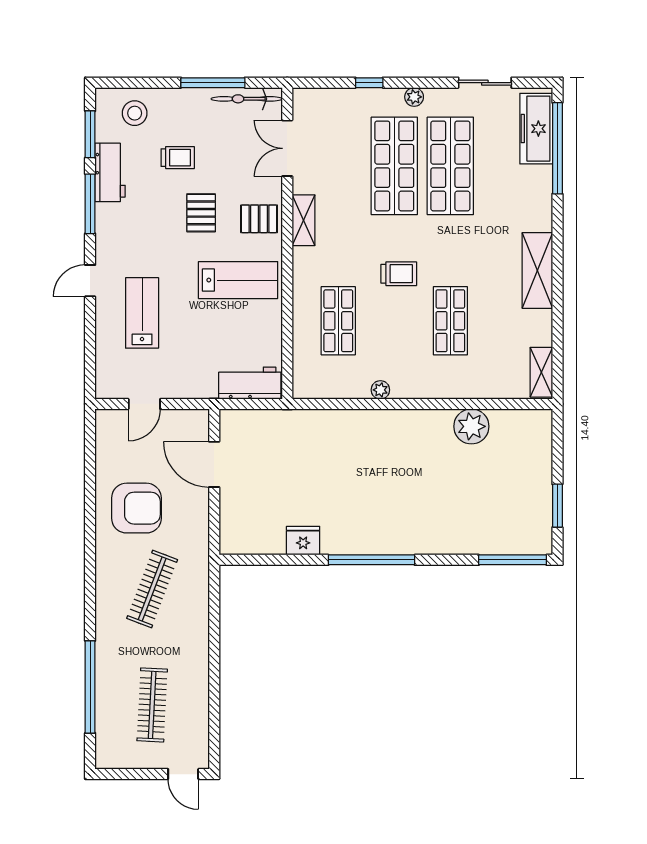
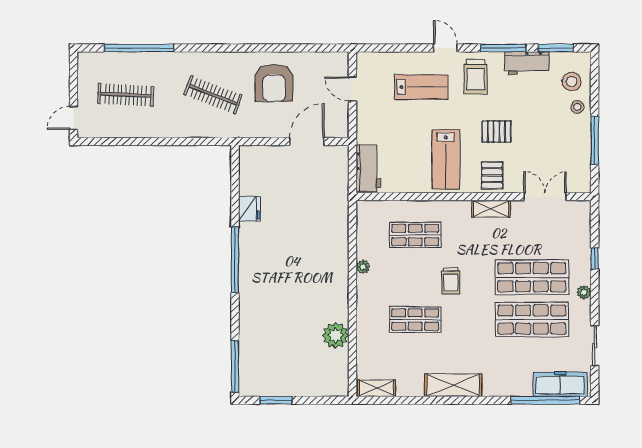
bicycle: (247, 99) -> (582, 166), removed
stool: (168, 105) -> (577, 107), added
trolley: (178, 158) -> (476, 77), moved, width x1.36, depth x1.39

